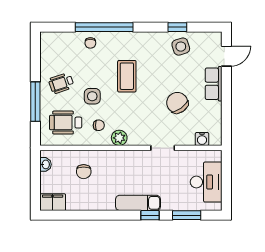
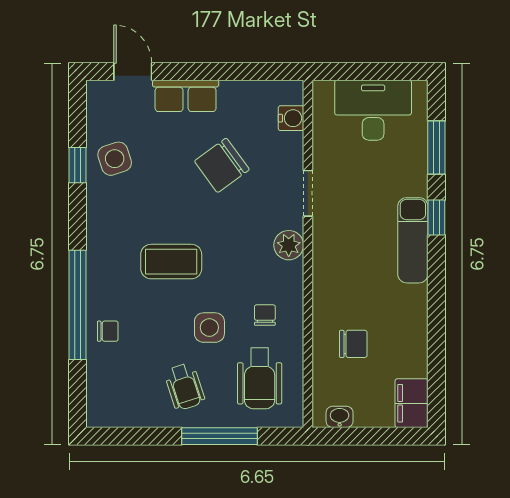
plant: (119, 138) -> (289, 245), moved

